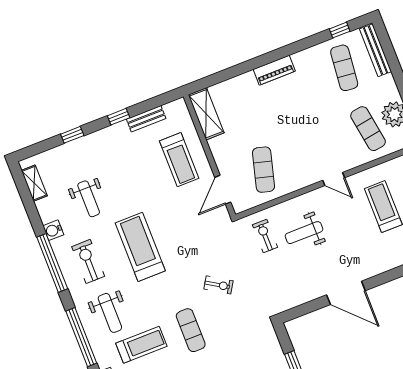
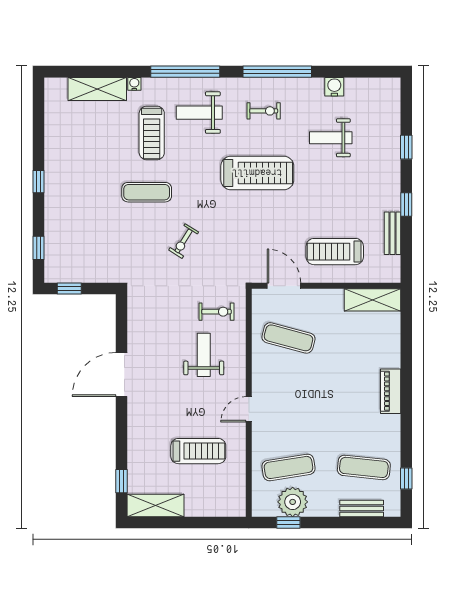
bench: (376, 50) -> (362, 508), width x0.73
shelving: (34, 183) -> (371, 86), removed
water cooler: (53, 230) -> (334, 87), moved
exercise bike: (88, 261) -> (264, 111), width x0.73, depth x0.72

